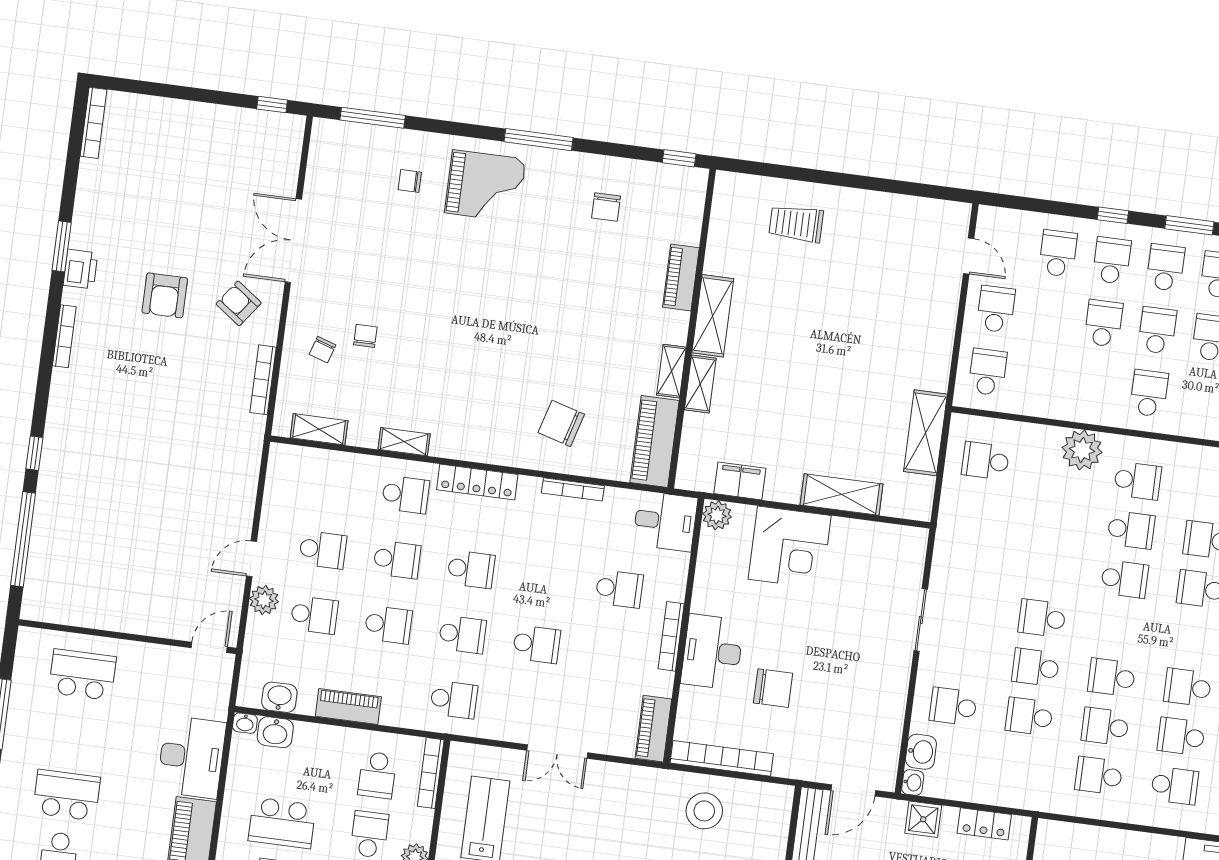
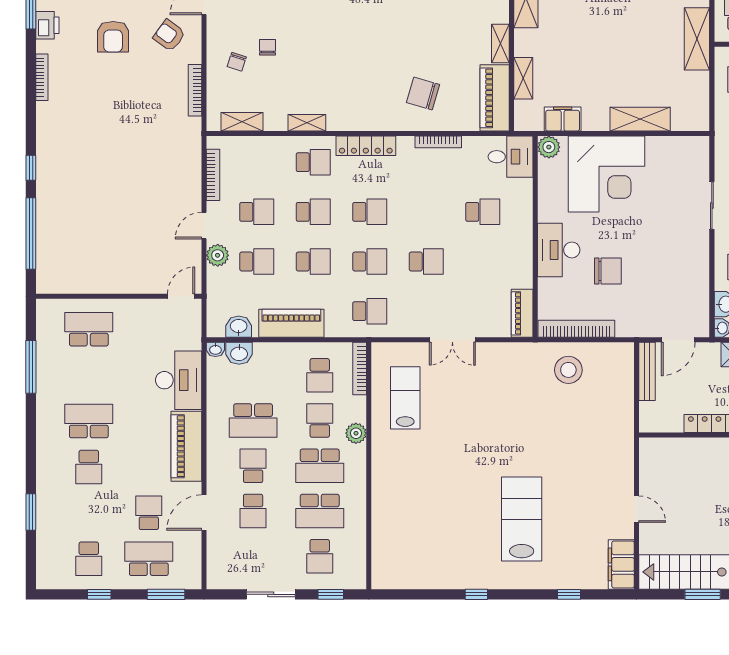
shelving: (700, 384) -> (523, 78), moved
shelving: (925, 433) -> (697, 39), moved
corner desk: (790, 547) -> (606, 174), width x1.36, depth x1.36
bookcase: (671, 636) -> (213, 175), moved, turned 180
piano: (348, 707) -> (291, 323), width x1.37, depth x1.33

